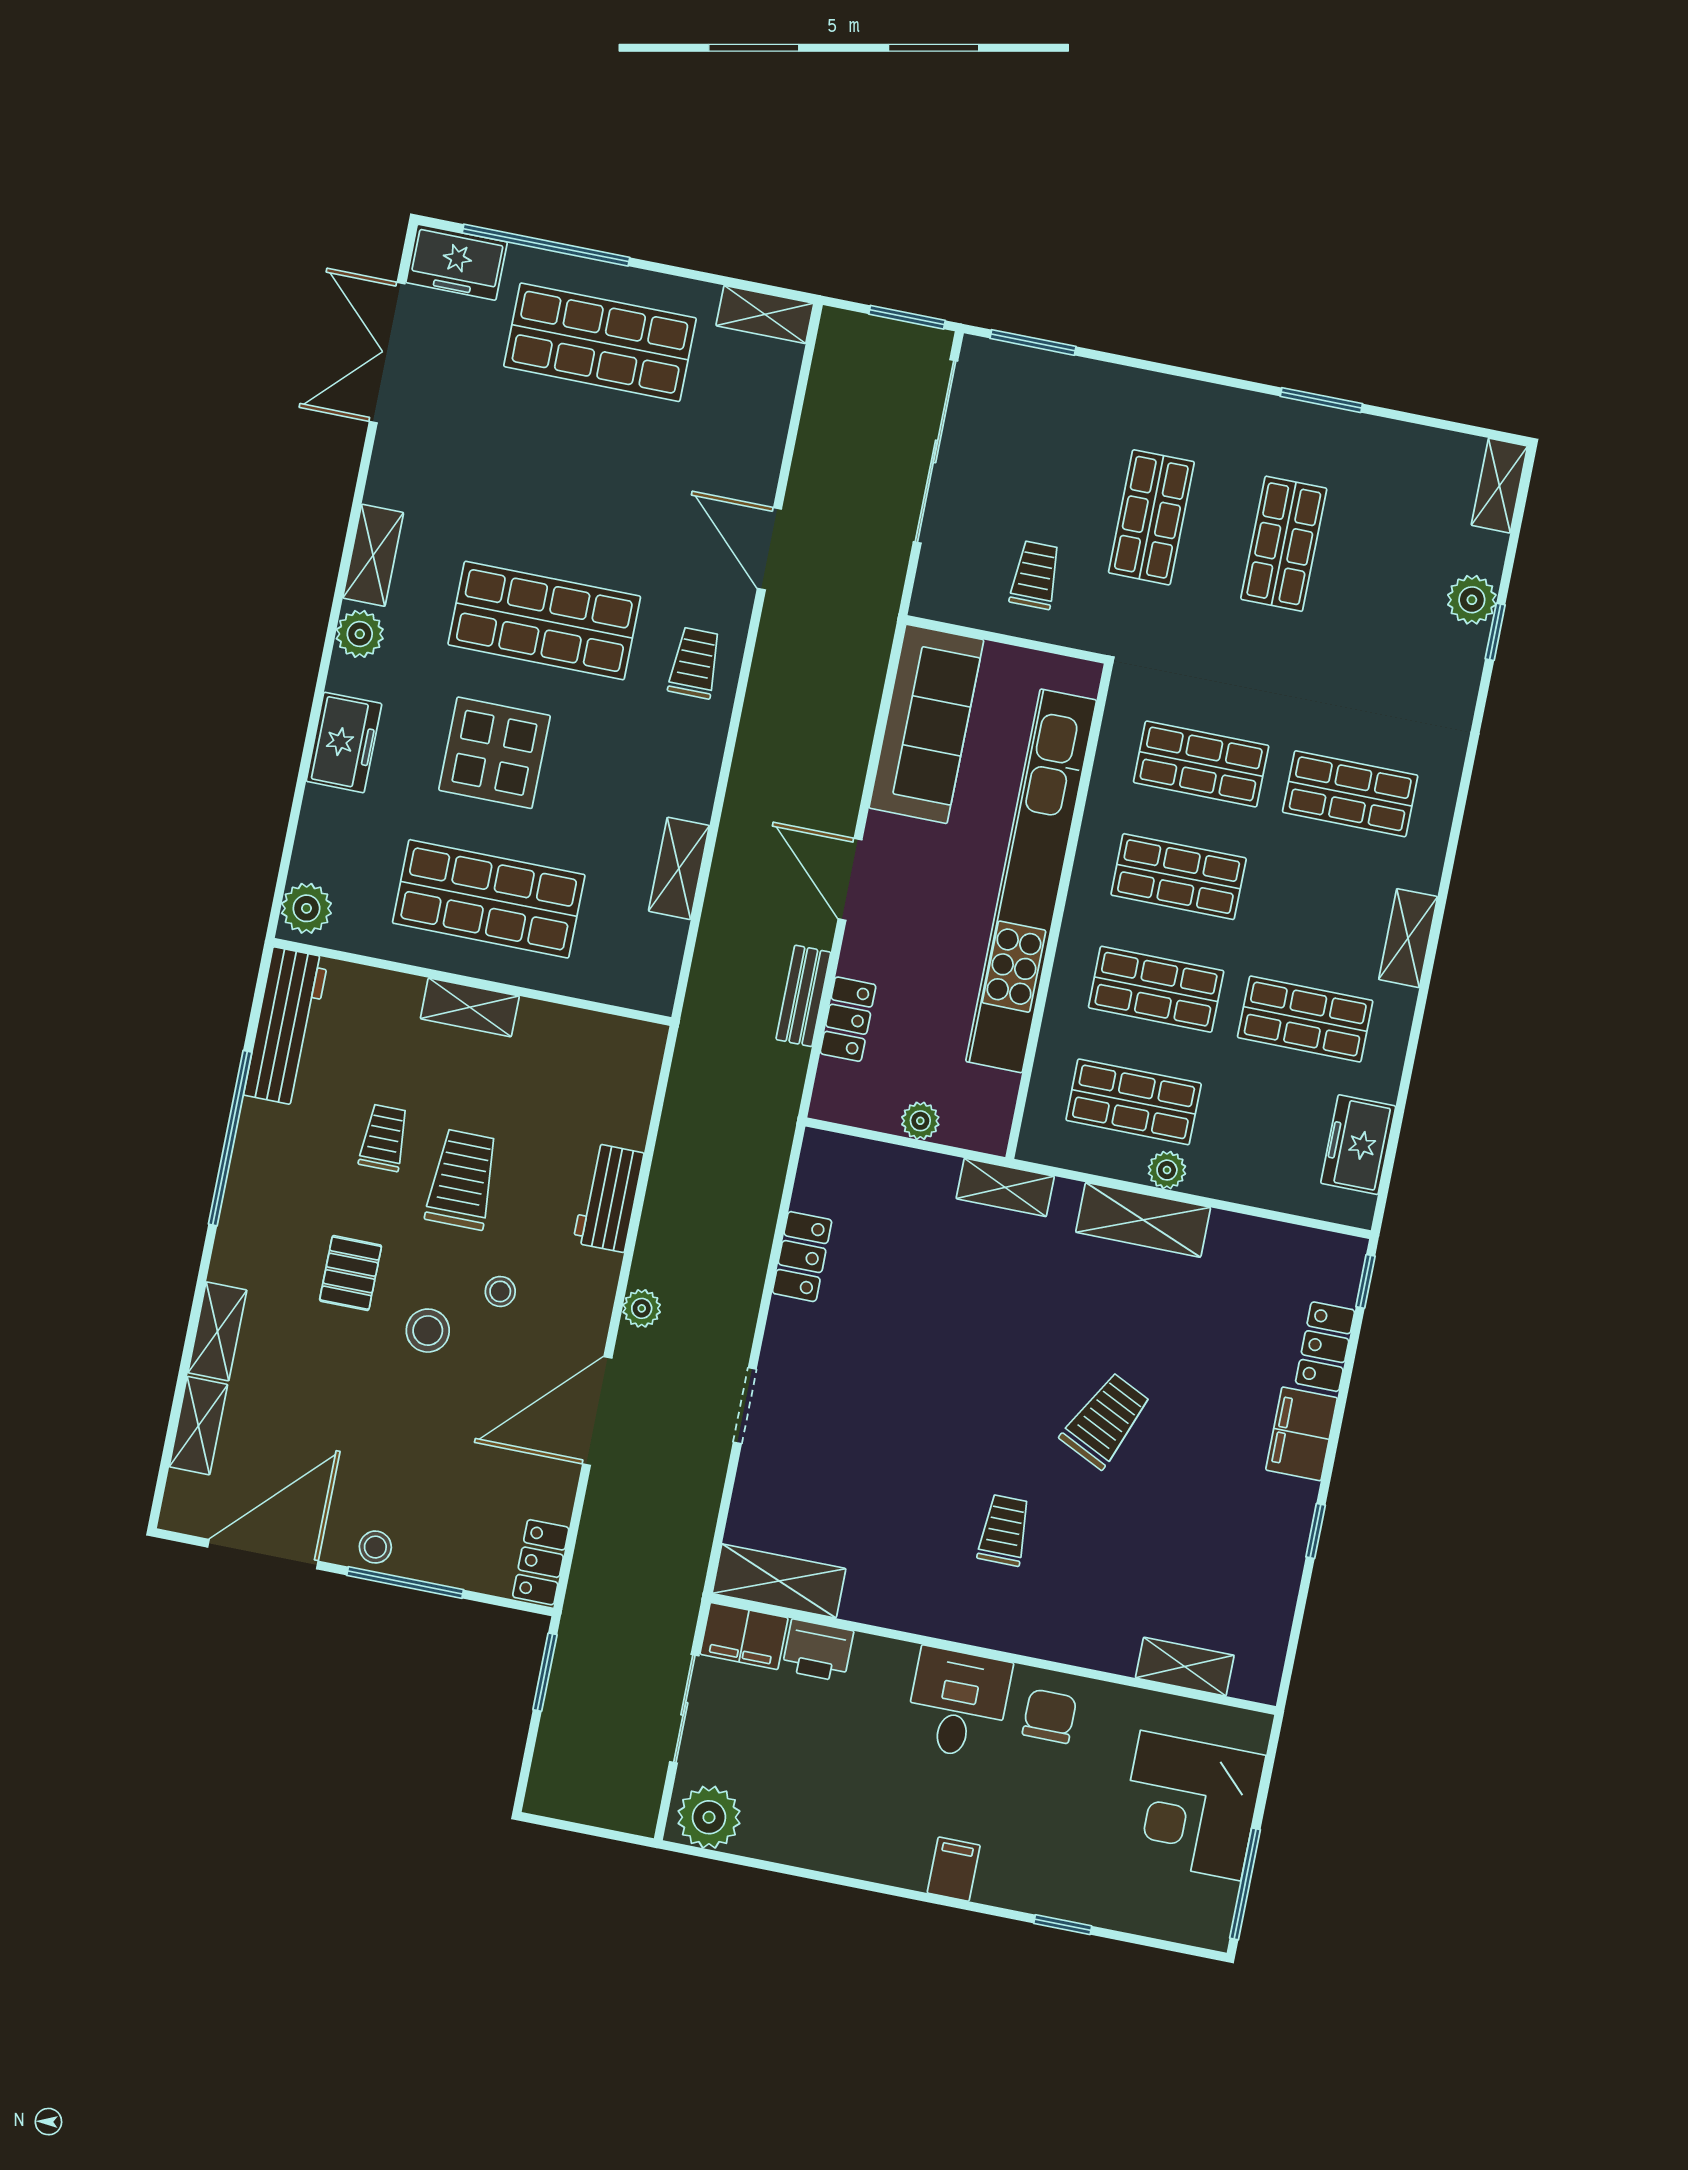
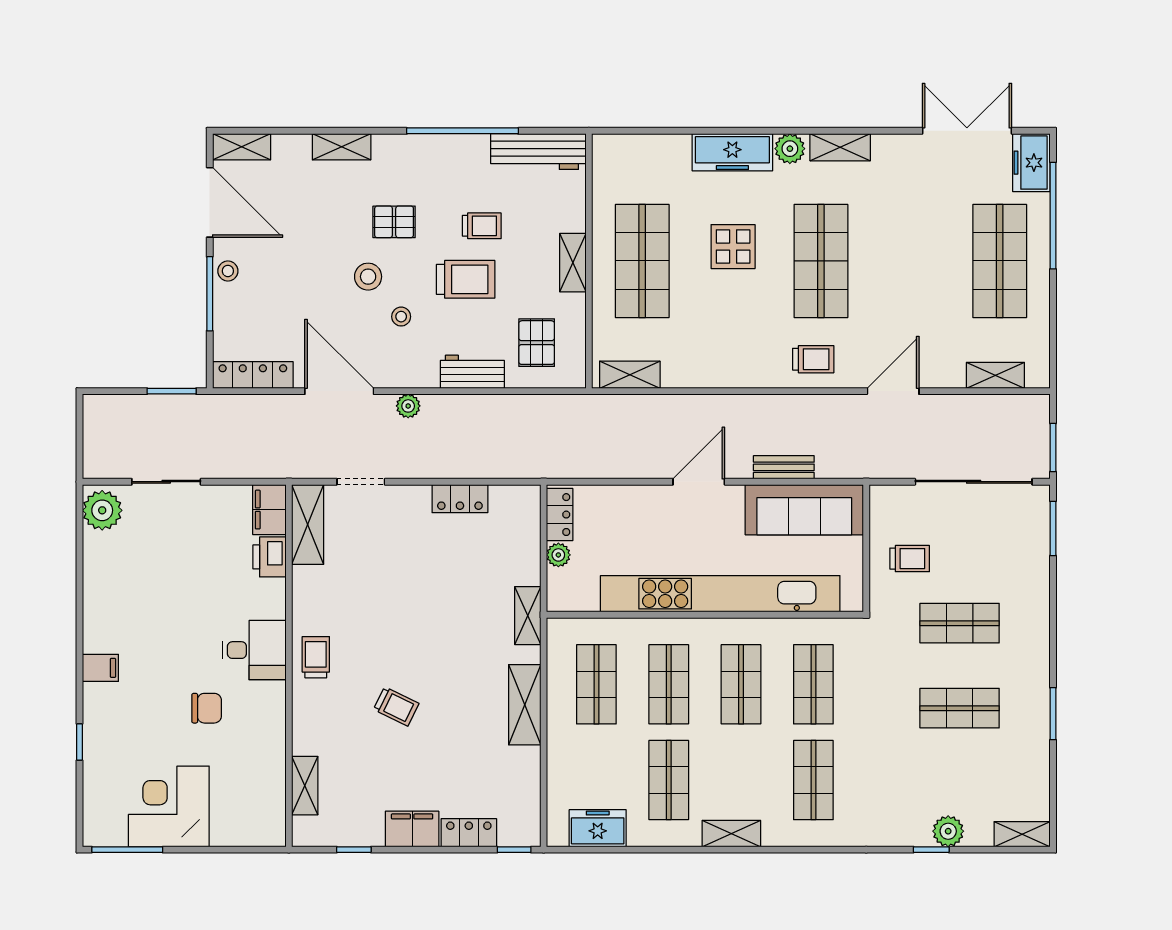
shelving: (765, 314) -> (995, 375), moved, turned 90
freezer: (344, 742) -> (732, 152), width x1.40
display table: (494, 753) -> (733, 247), width x0.73, depth x0.73
shelving: (679, 868) -> (630, 375), moved
plant: (306, 908) -> (614, 150), removed
bench: (803, 996) -> (784, 467), moved
locker: (848, 1019) -> (560, 515), moved, turned -90
pallet: (583, 1089) -> (537, 343), added
plant: (1167, 1170) -> (558, 713), removed
trolley: (1106, 1420) -> (396, 706), width x0.73, depth x0.72
shelving: (198, 1426) -> (242, 147), moved
trolley: (1004, 1530) -> (316, 657), turned -90
locker: (541, 1562) -> (253, 375), width x1.53
shelving: (779, 1581) -> (308, 524), moved
filing cabinet: (744, 1636) -> (269, 510), moved
printer: (818, 1651) -> (270, 557), moved
wall: (993, 1654) -> (289, 666), moved
shelving: (1185, 1667) -> (305, 786), moved
desk: (958, 1703) -> (254, 650), moved

